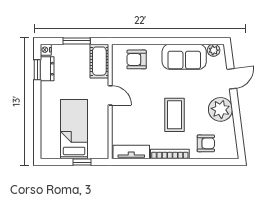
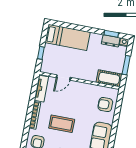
armchair: (137, 59) -> (105, 105), turned -90
door: (110, 95) -> (63, 78), moved
bed: (74, 129) -> (68, 37), moved

